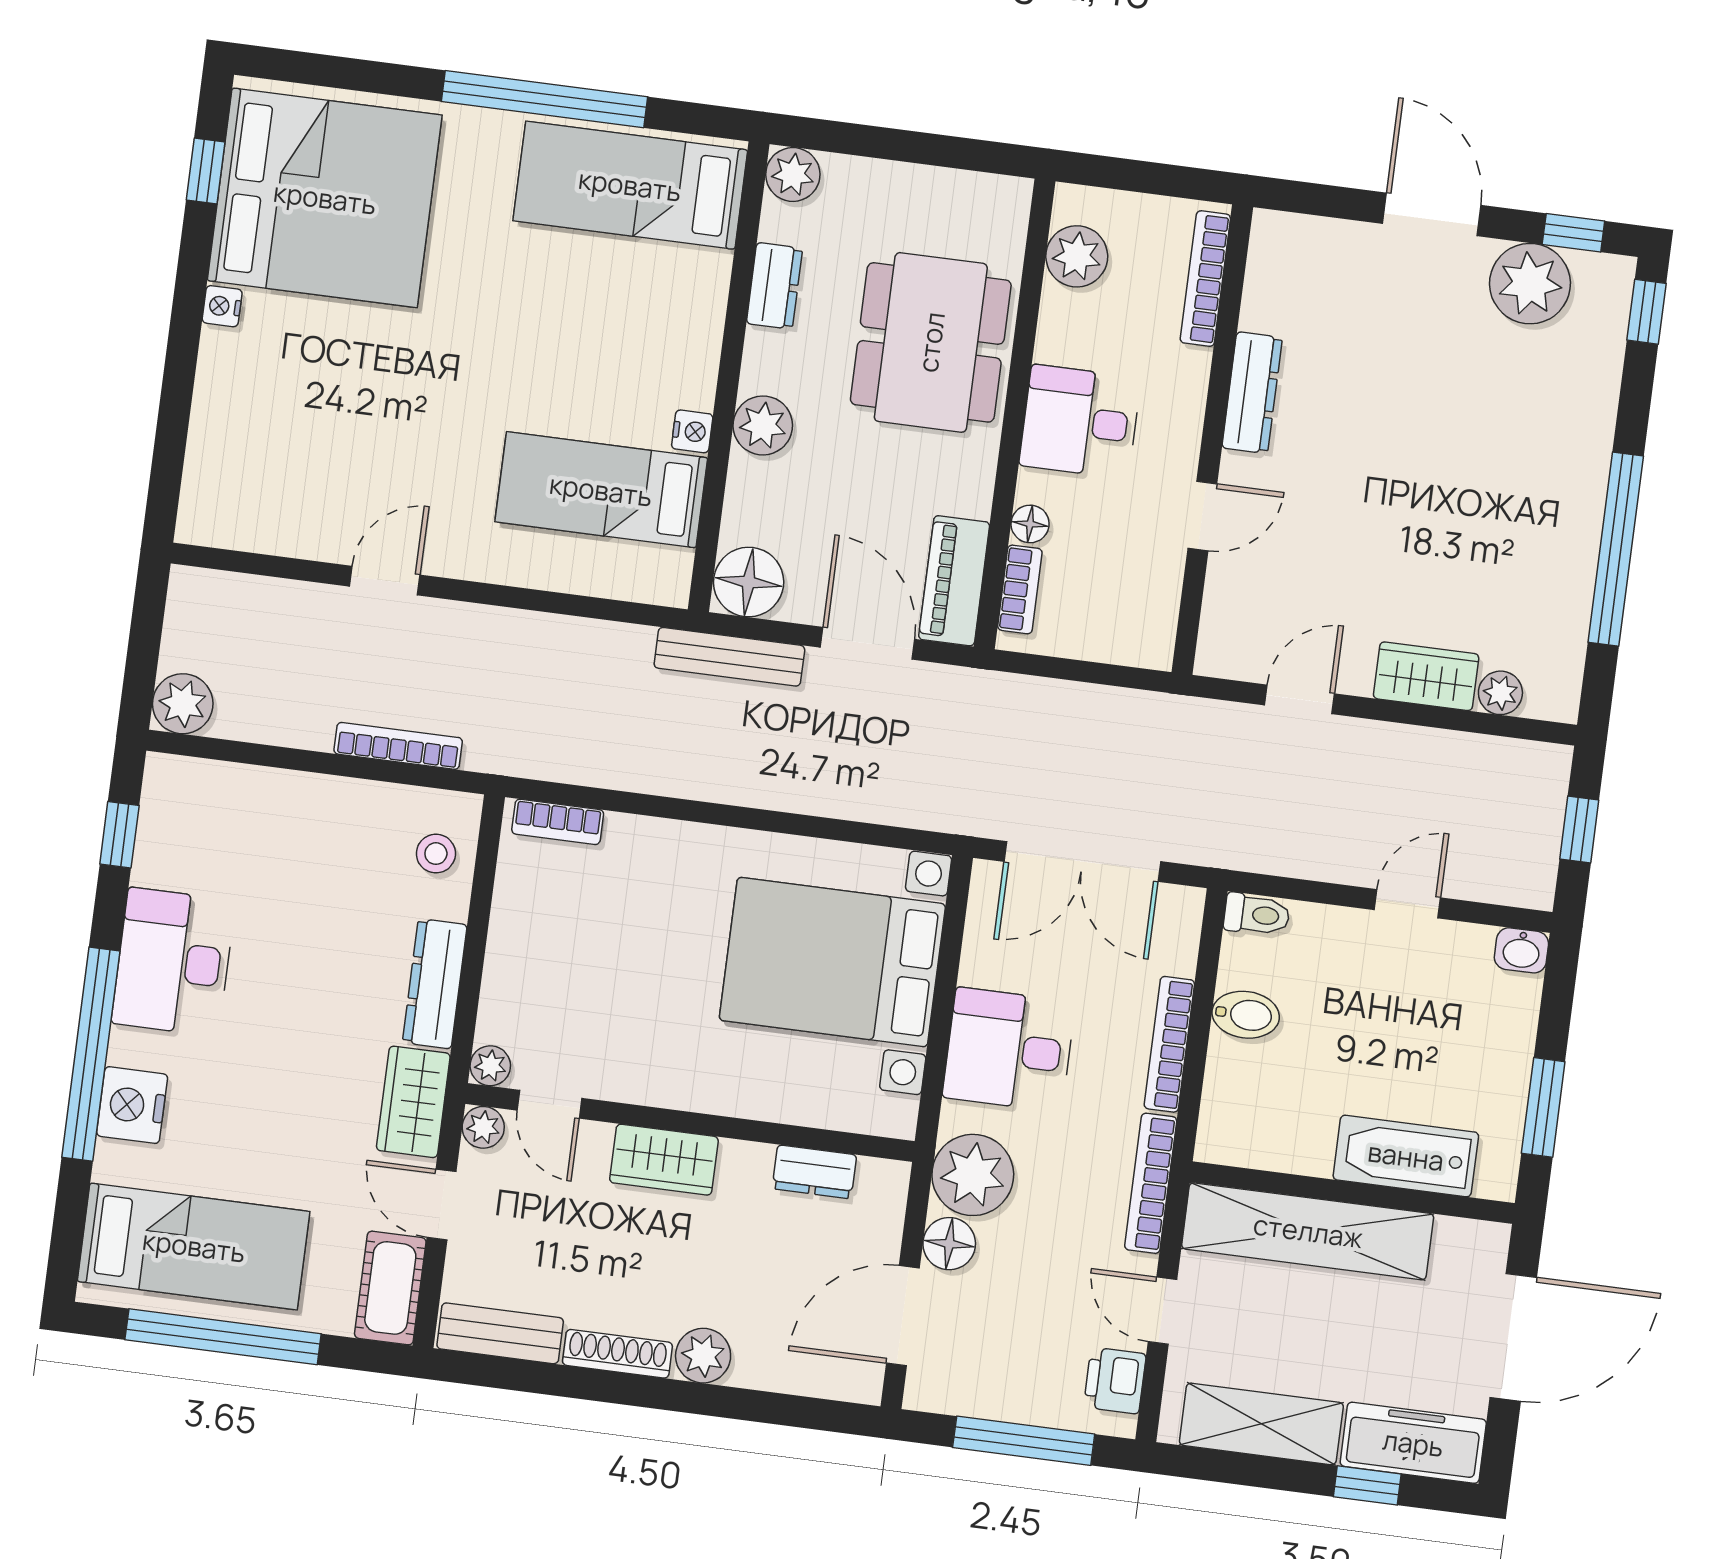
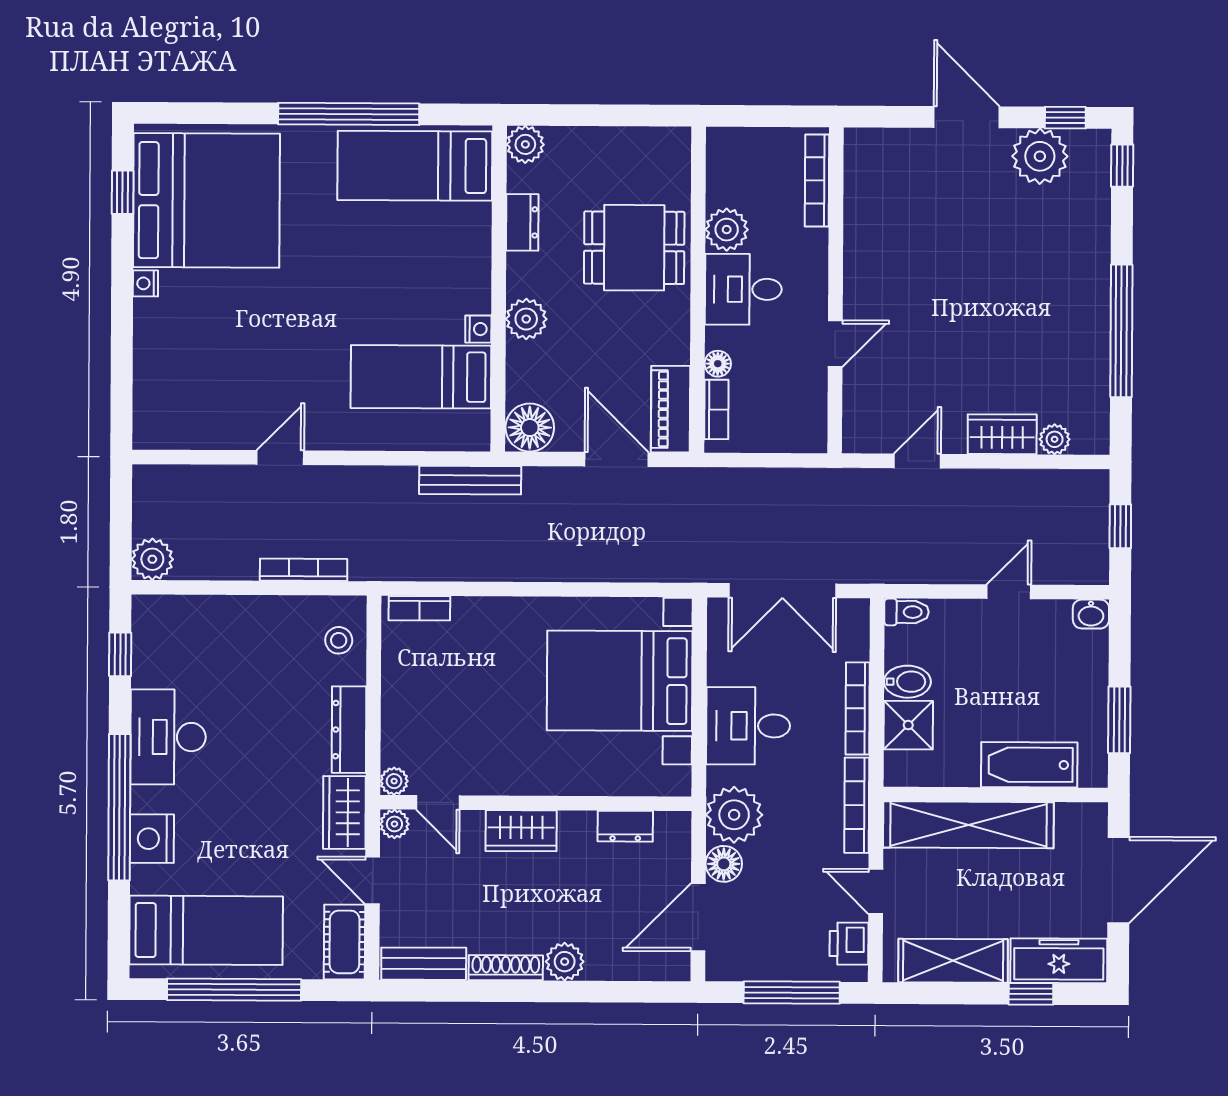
plant: (1077, 256) -> (727, 230), moved
dining table: (931, 342) -> (634, 248), width x0.73
dresser: (1252, 393) -> (859, 255), removed
bench: (729, 657) -> (470, 480), moved
shower: (1239, 1077) -> (908, 725), added

